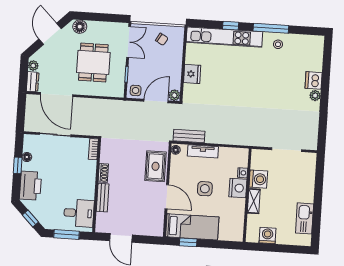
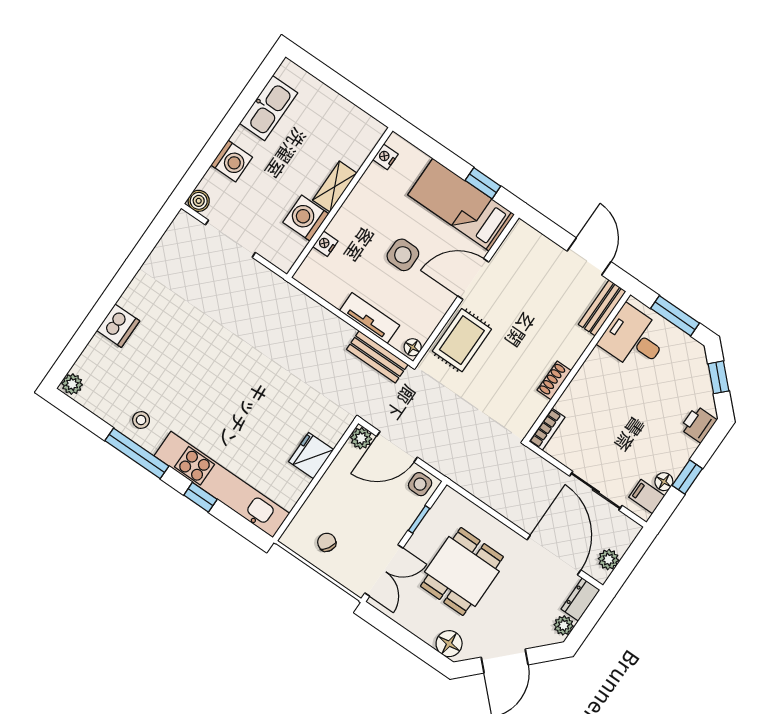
double door: (129, 42) -> (384, 571), swing flipped
plant: (315, 96) -> (72, 384), moved
plant: (31, 107) -> (608, 560), added
filing cabinet: (31, 146) -> (647, 496), added
boiler: (311, 158) -> (199, 201), added
printer: (30, 186) -> (698, 424), width x0.53, depth x0.68
nightstand: (238, 188) -> (385, 157), moved, width x0.53, depth x0.56
door: (167, 197) -> (473, 279), hinge flipped
bench: (103, 198) -> (602, 308), moved
washing machine: (267, 236) -> (232, 161), moved, turned -90

